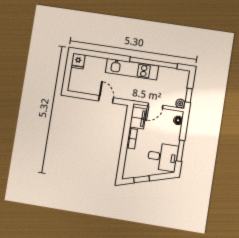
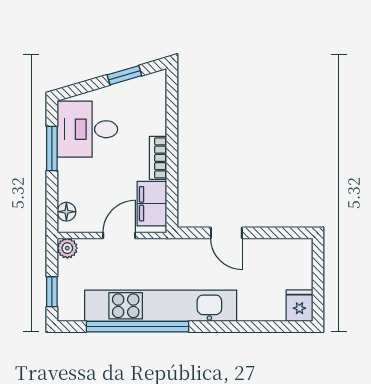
kitchen unit: (132, 69) -> (161, 306), width x1.36
window: (189, 95) -> (52, 292), moved

